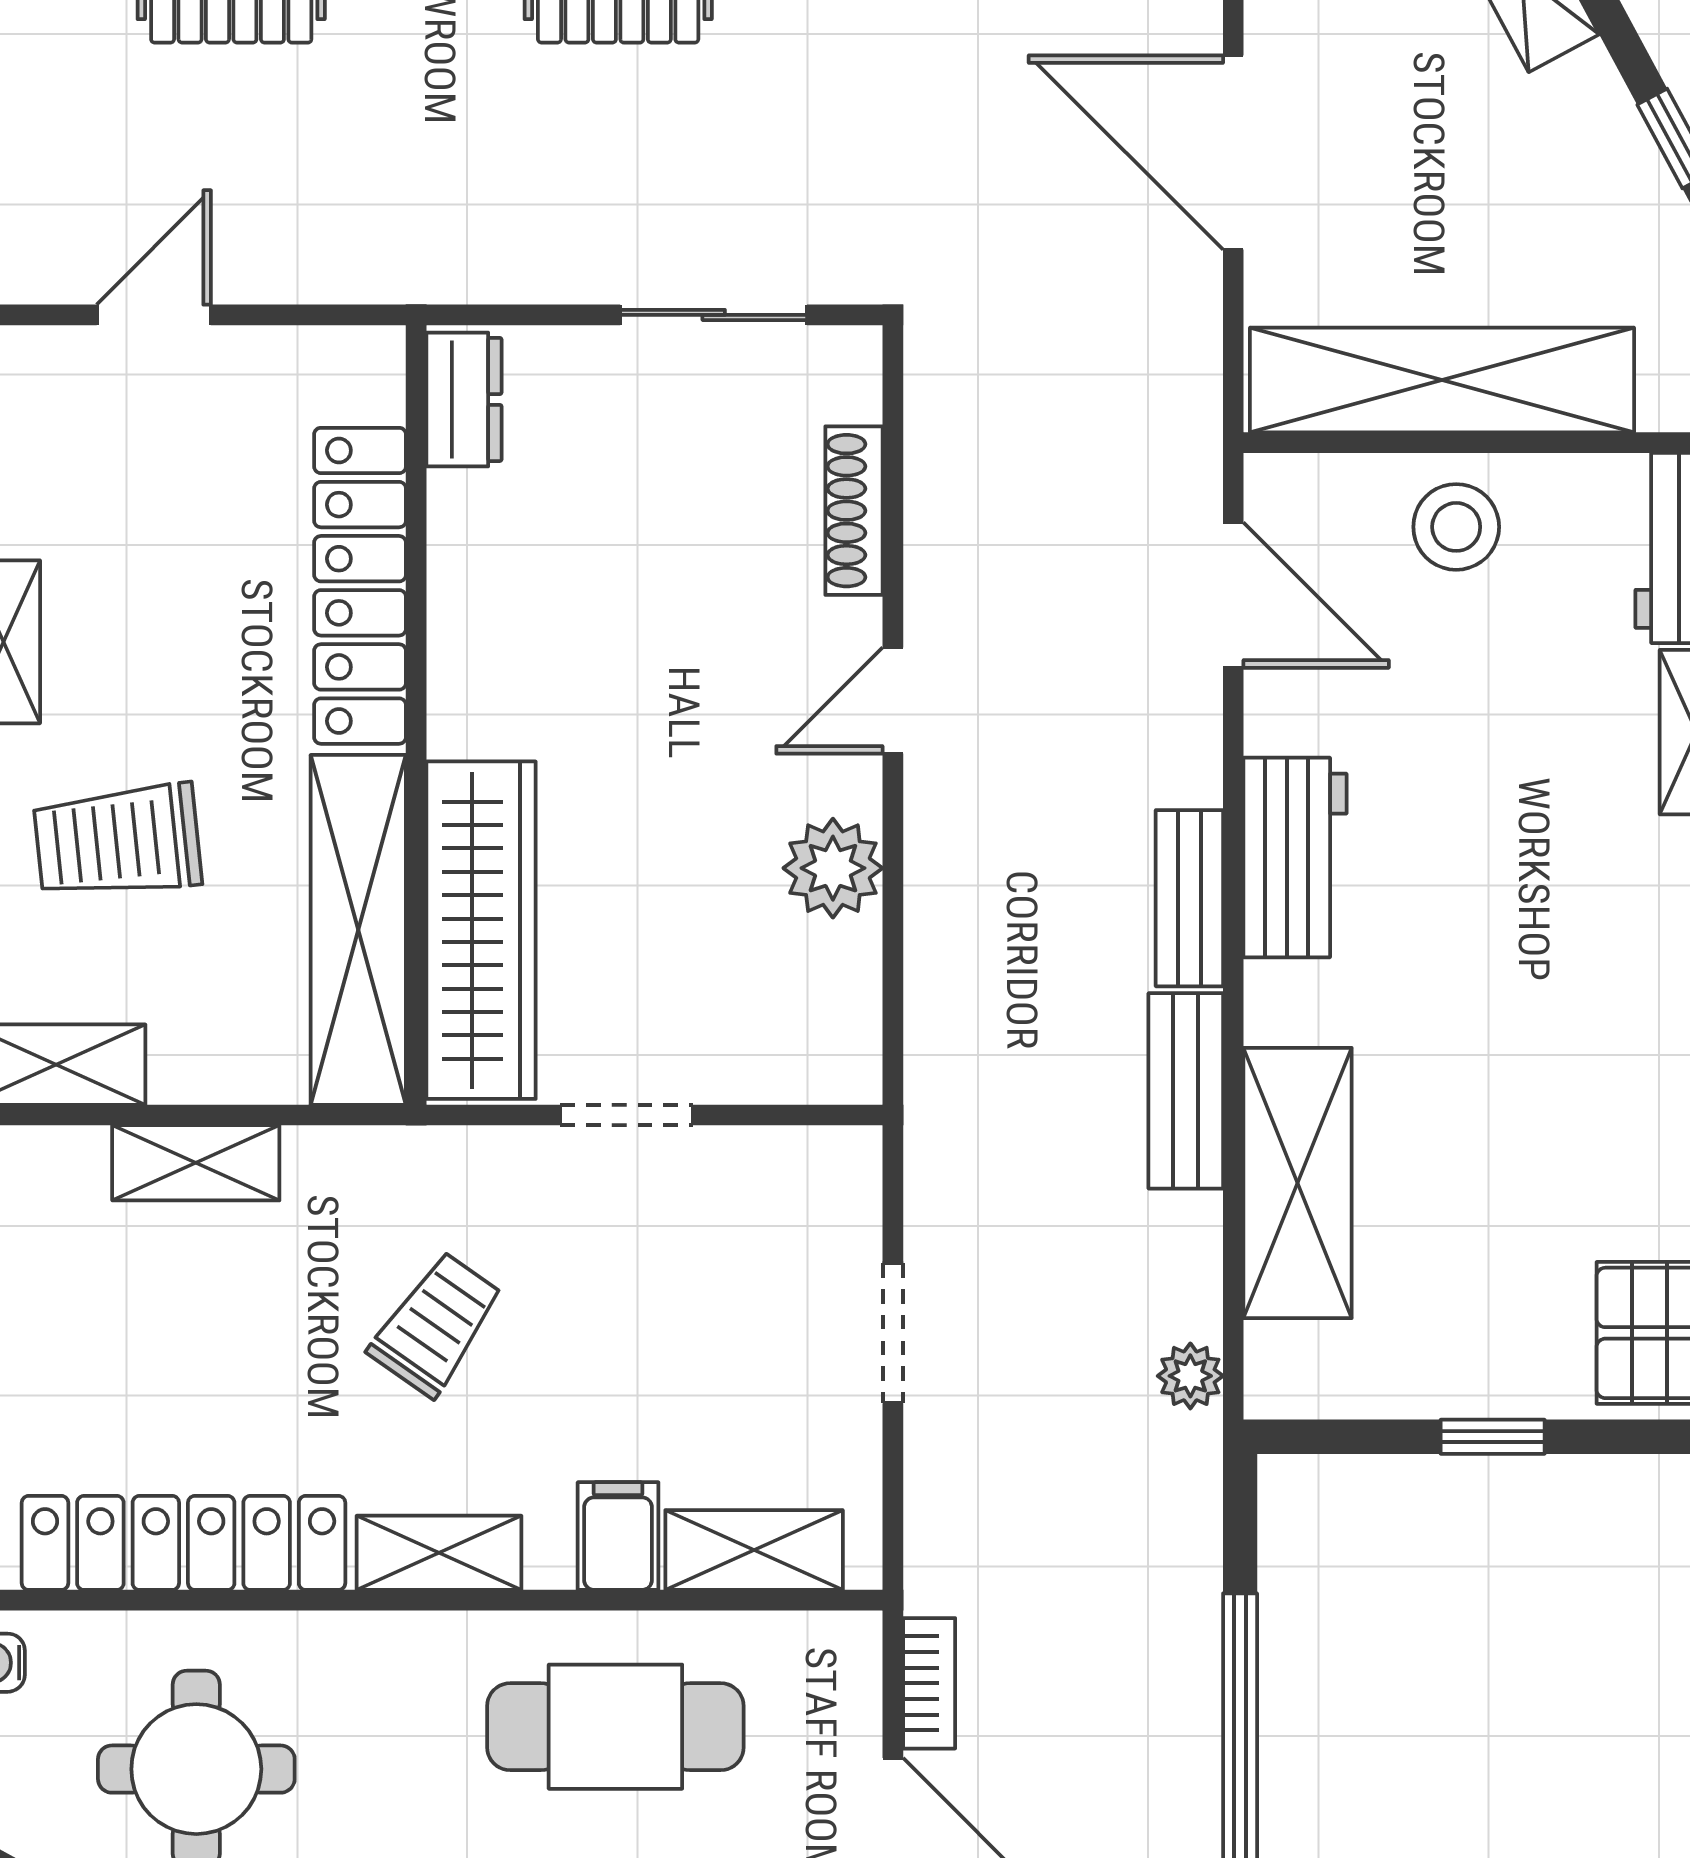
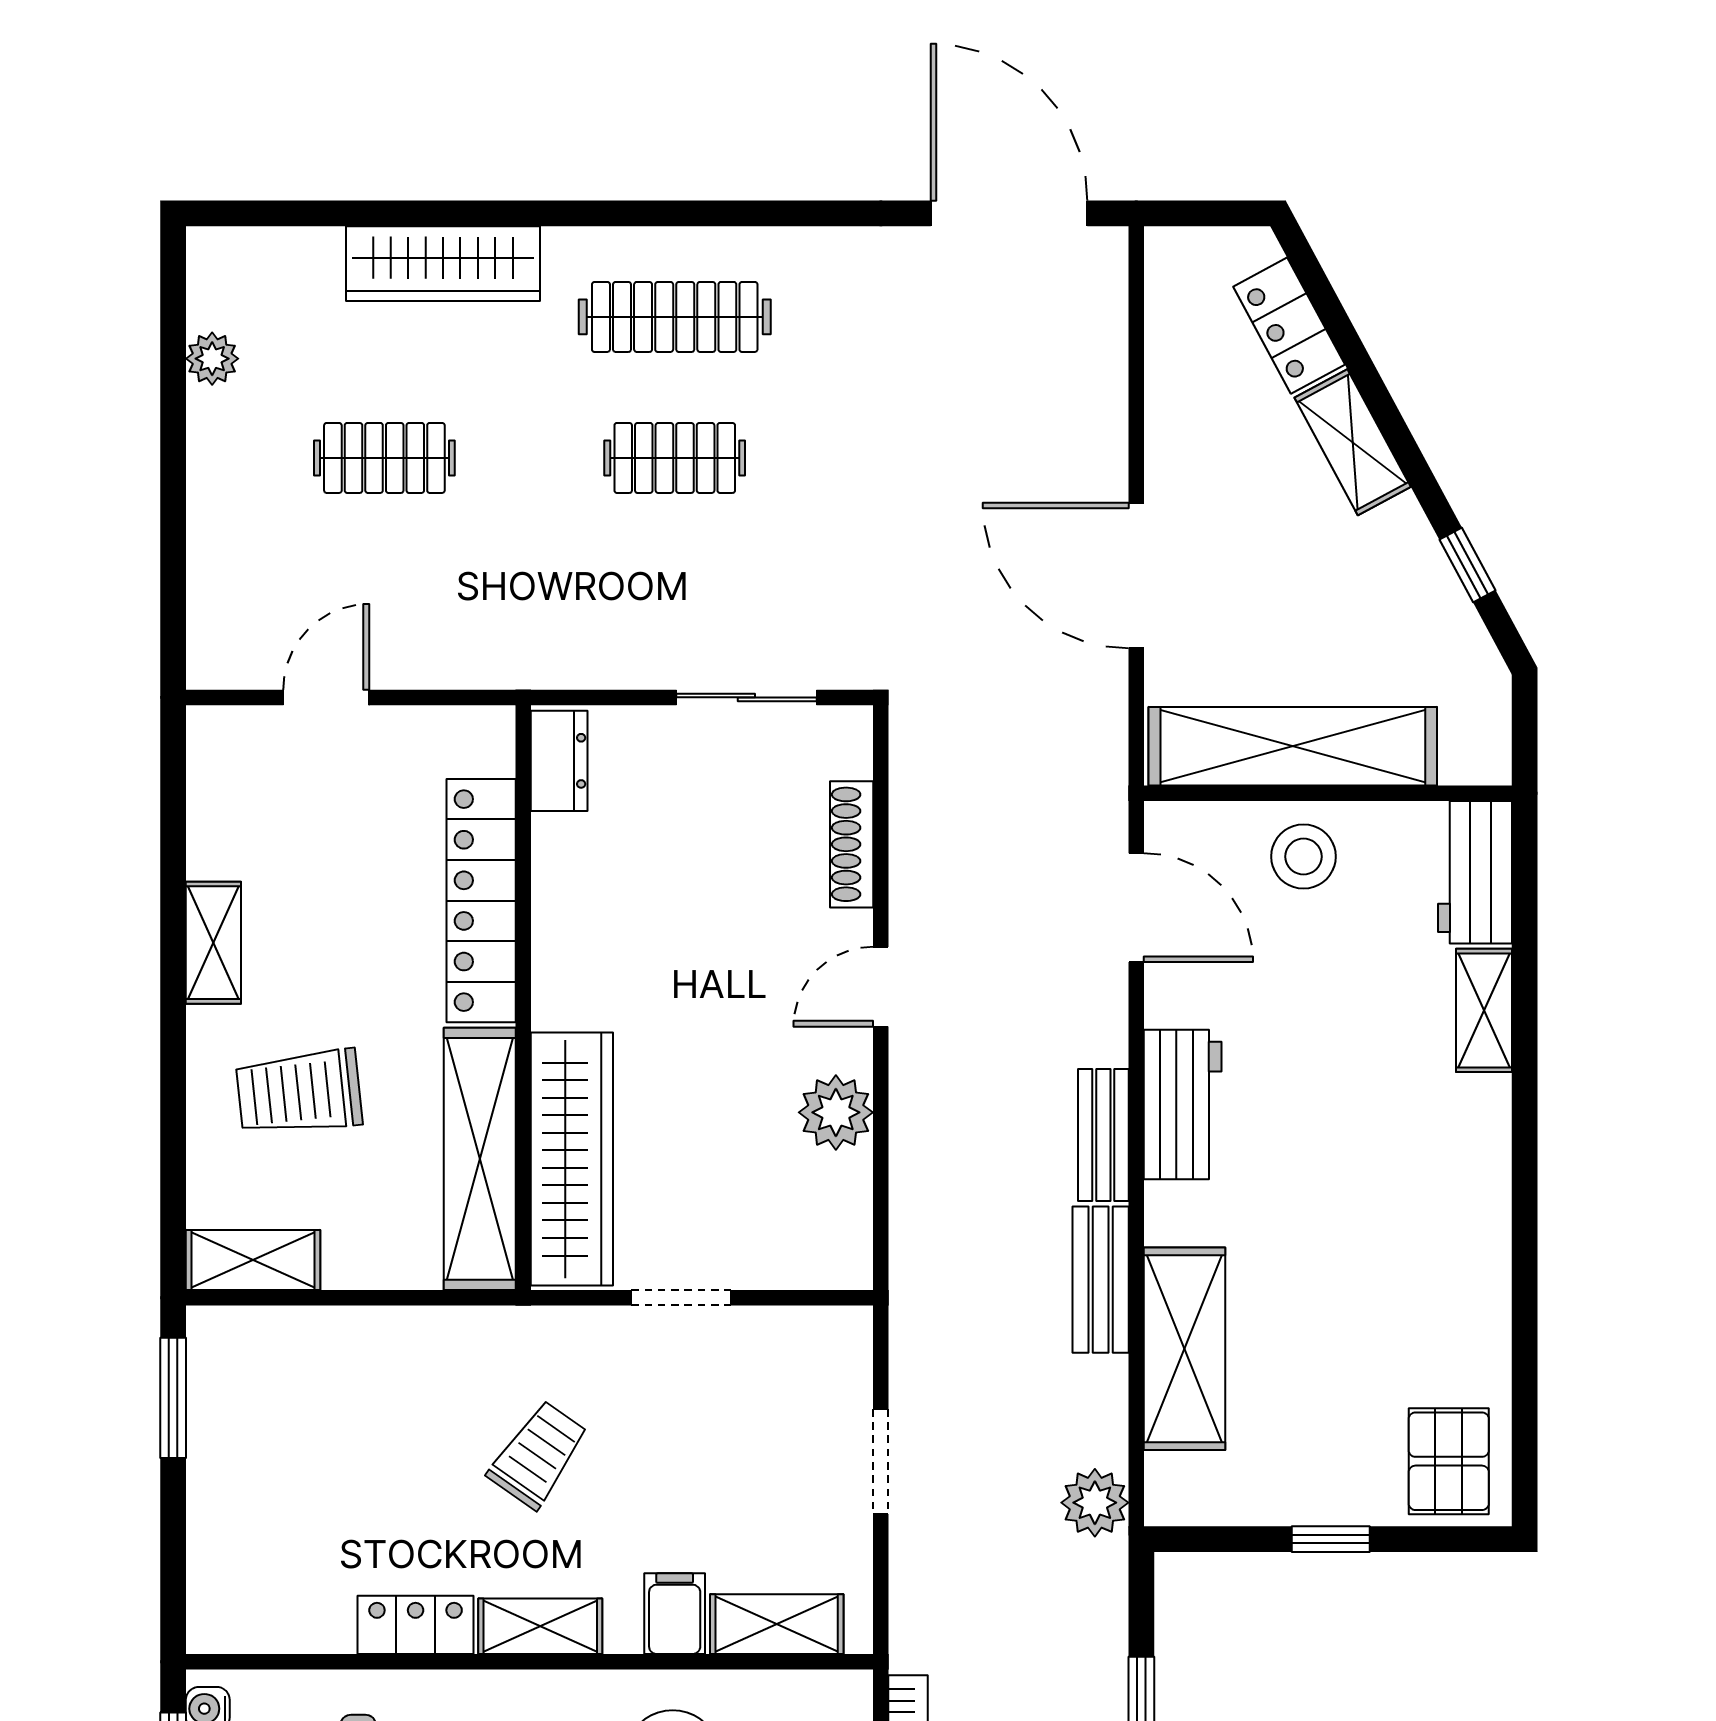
shelving: (196, 1163) -> (358, 1334), removed
plant: (1190, 1376) -> (1095, 1503), width x1.38, depth x1.38
locker: (184, 1543) -> (416, 1625), width x0.46, depth x0.83

